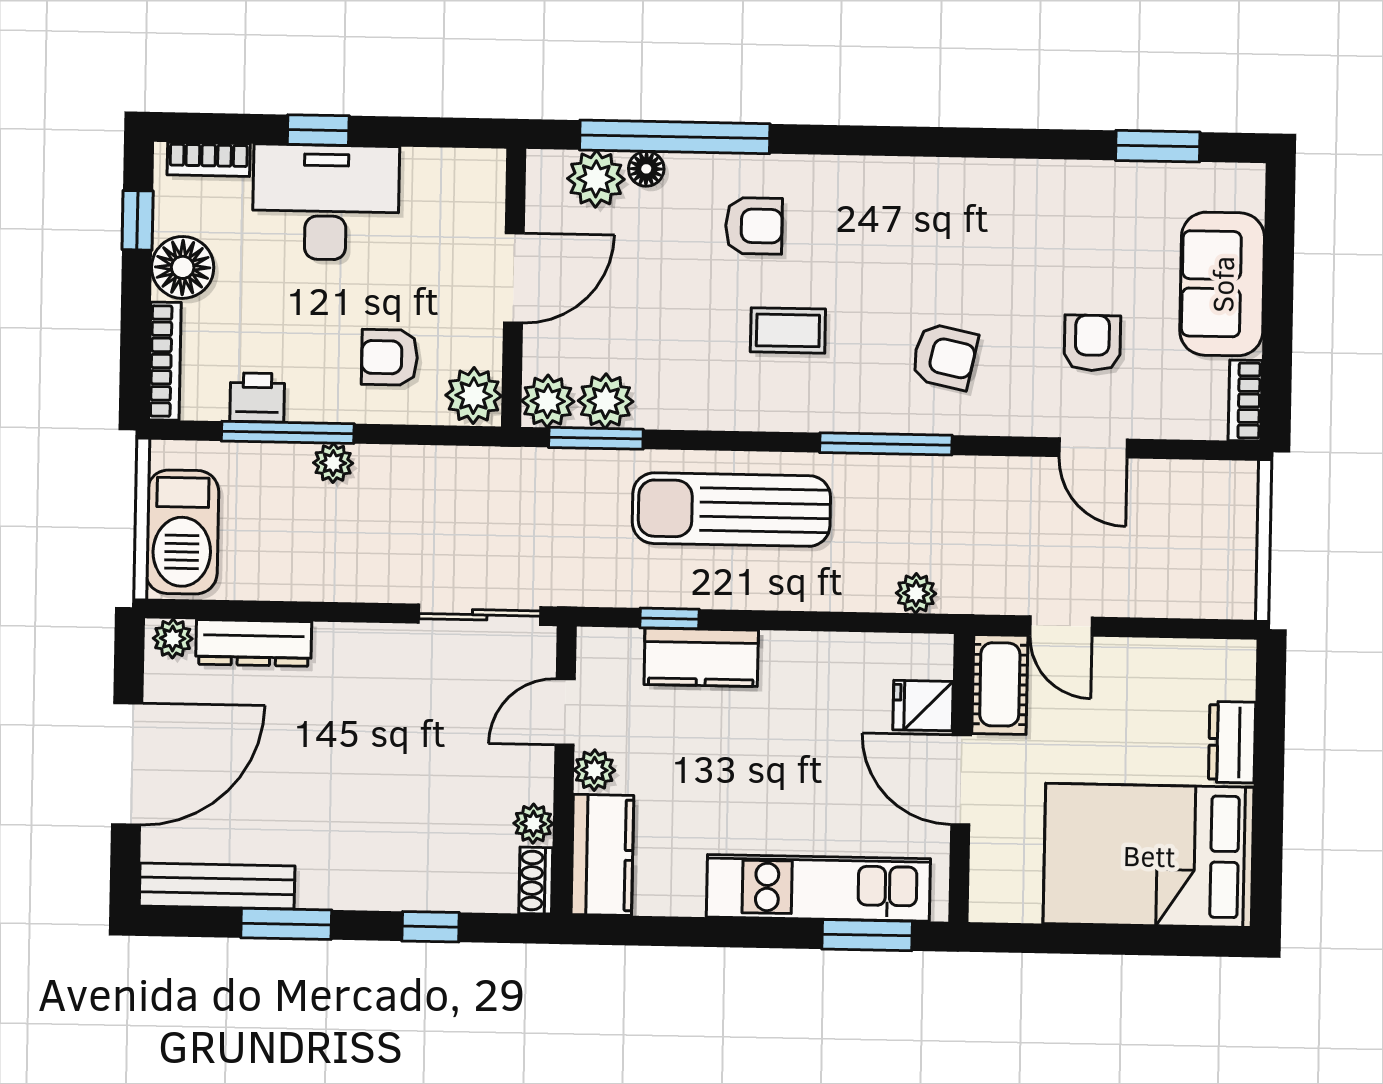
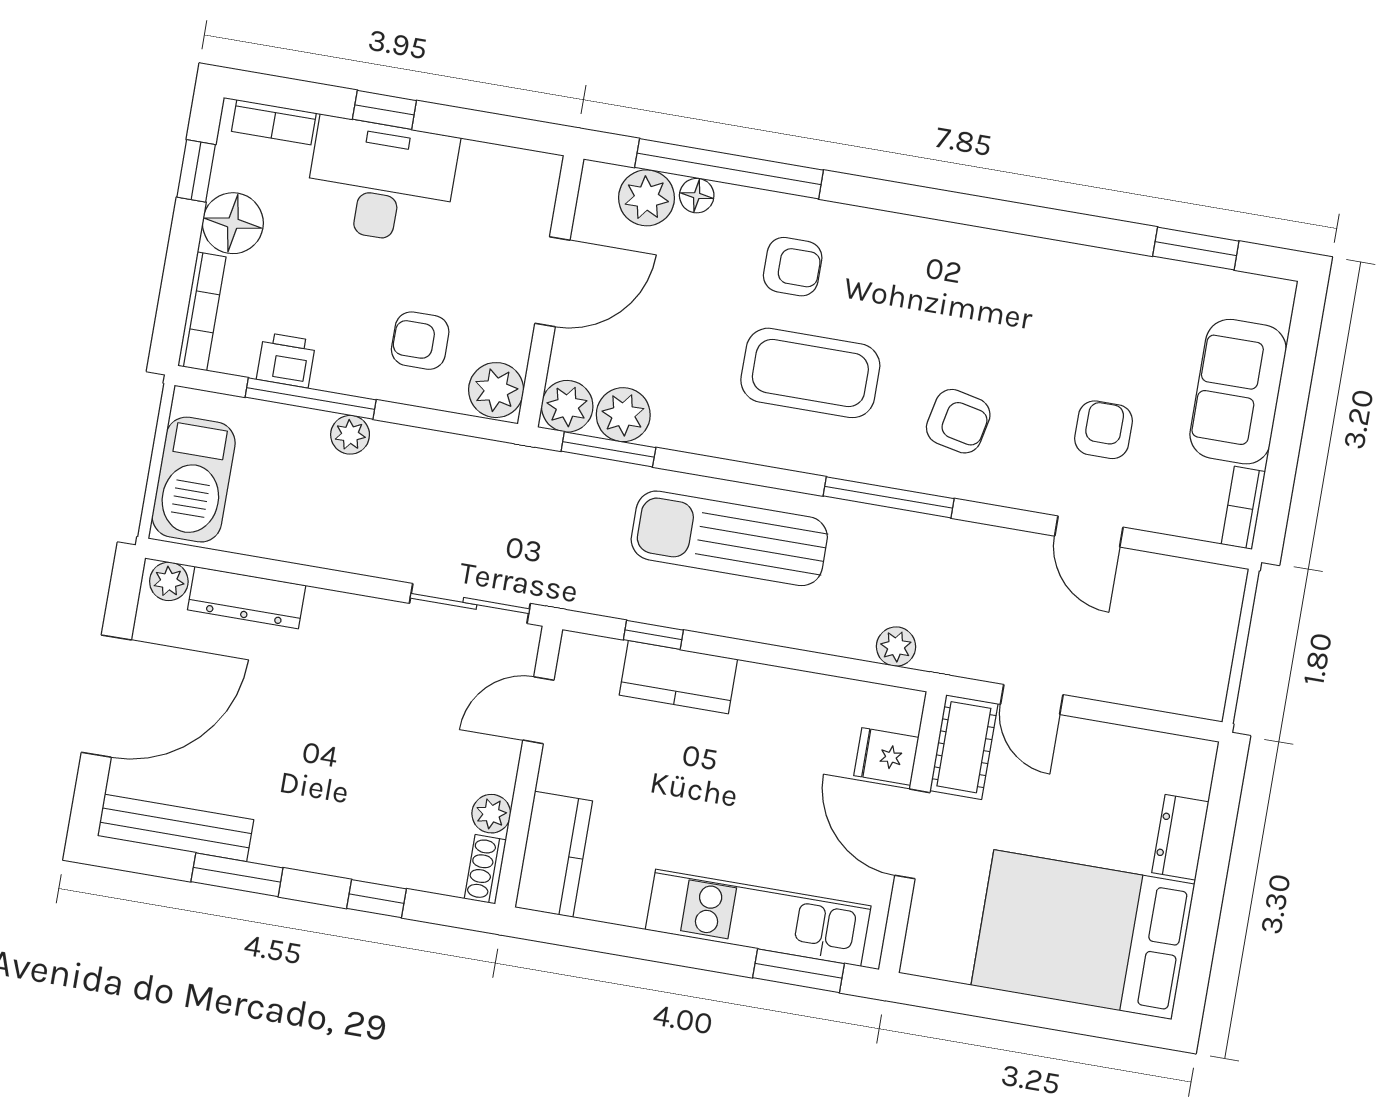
coffee table: (788, 330) -> (810, 373), width x1.86, depth x1.72
plant: (594, 770) -> (558, 771), removed

